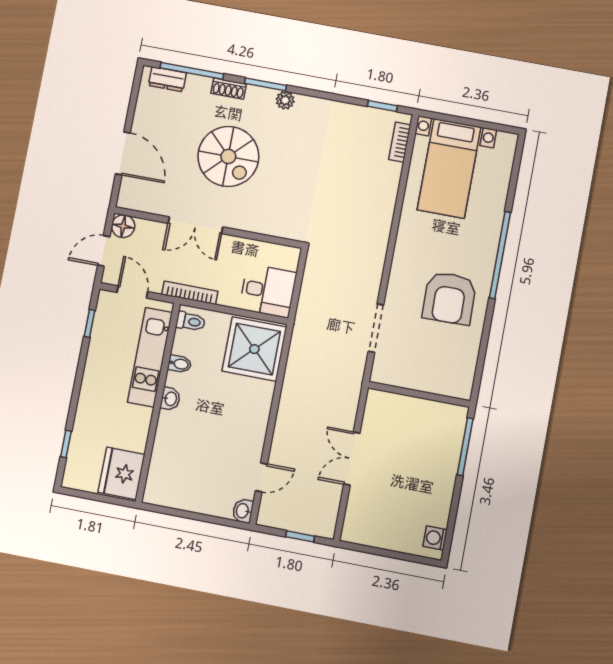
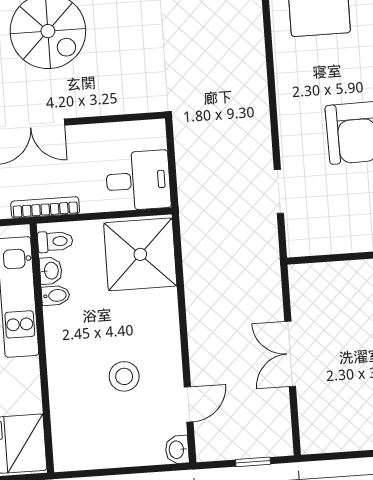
doorway: (376, 328) -> (279, 191), width x0.73
washbasin: (170, 399) -> (51, 271), moved
stool: (216, 442) -> (124, 376), added

